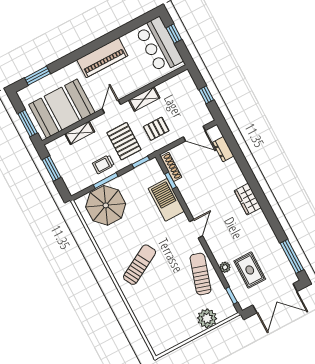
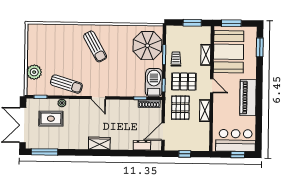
pallet: (156, 129) -> (180, 108), width x1.50, depth x1.42
barbecue: (166, 200) -> (154, 83), moved, turned -90

